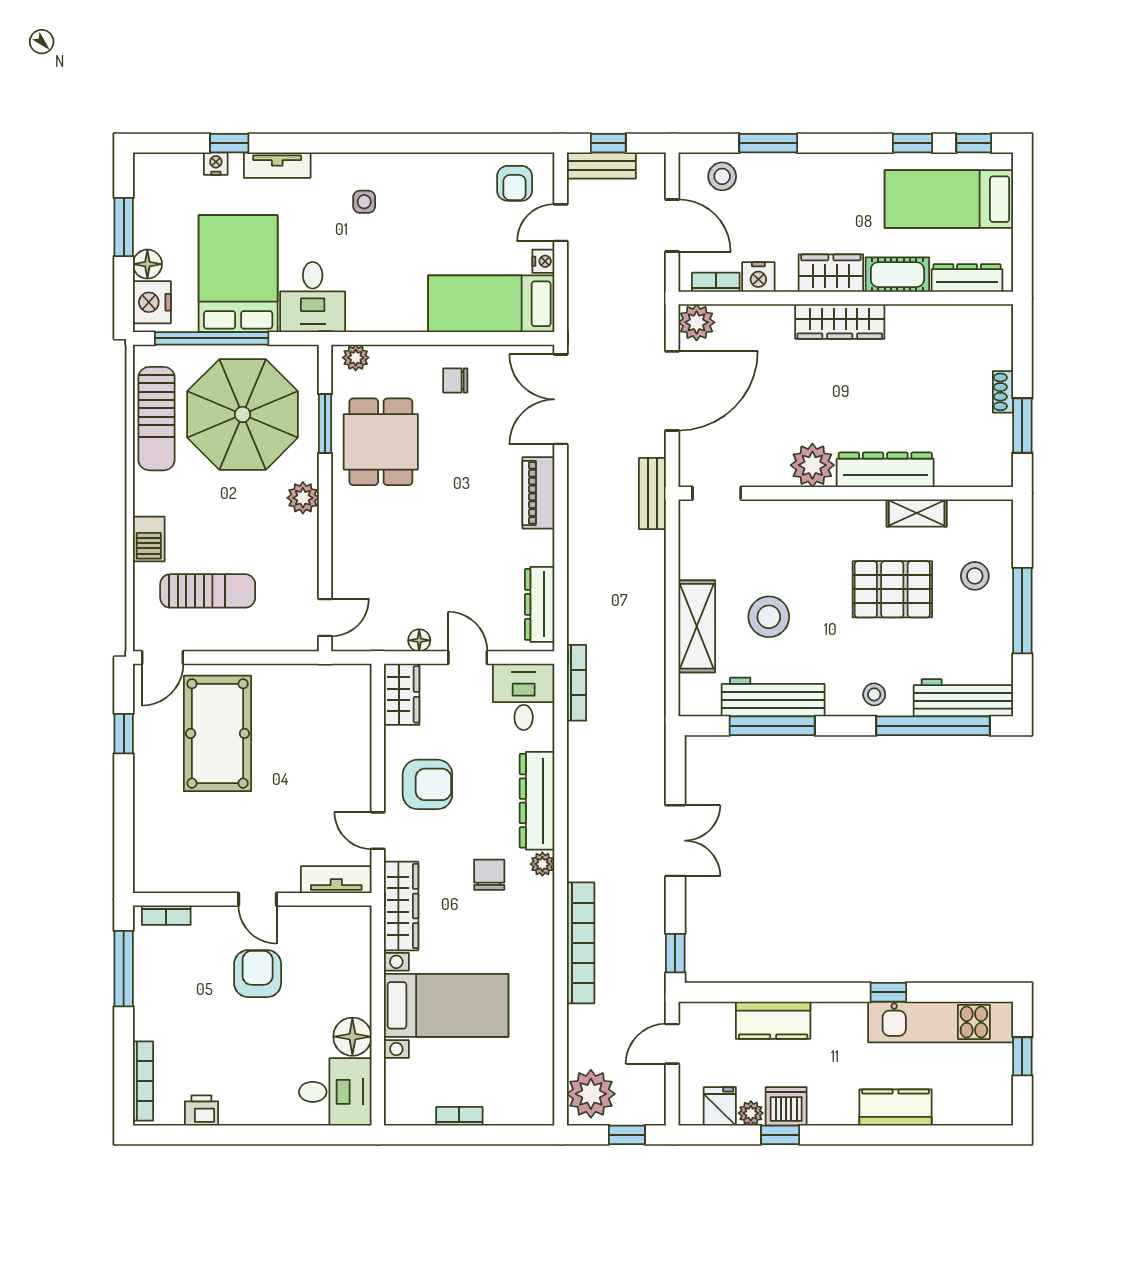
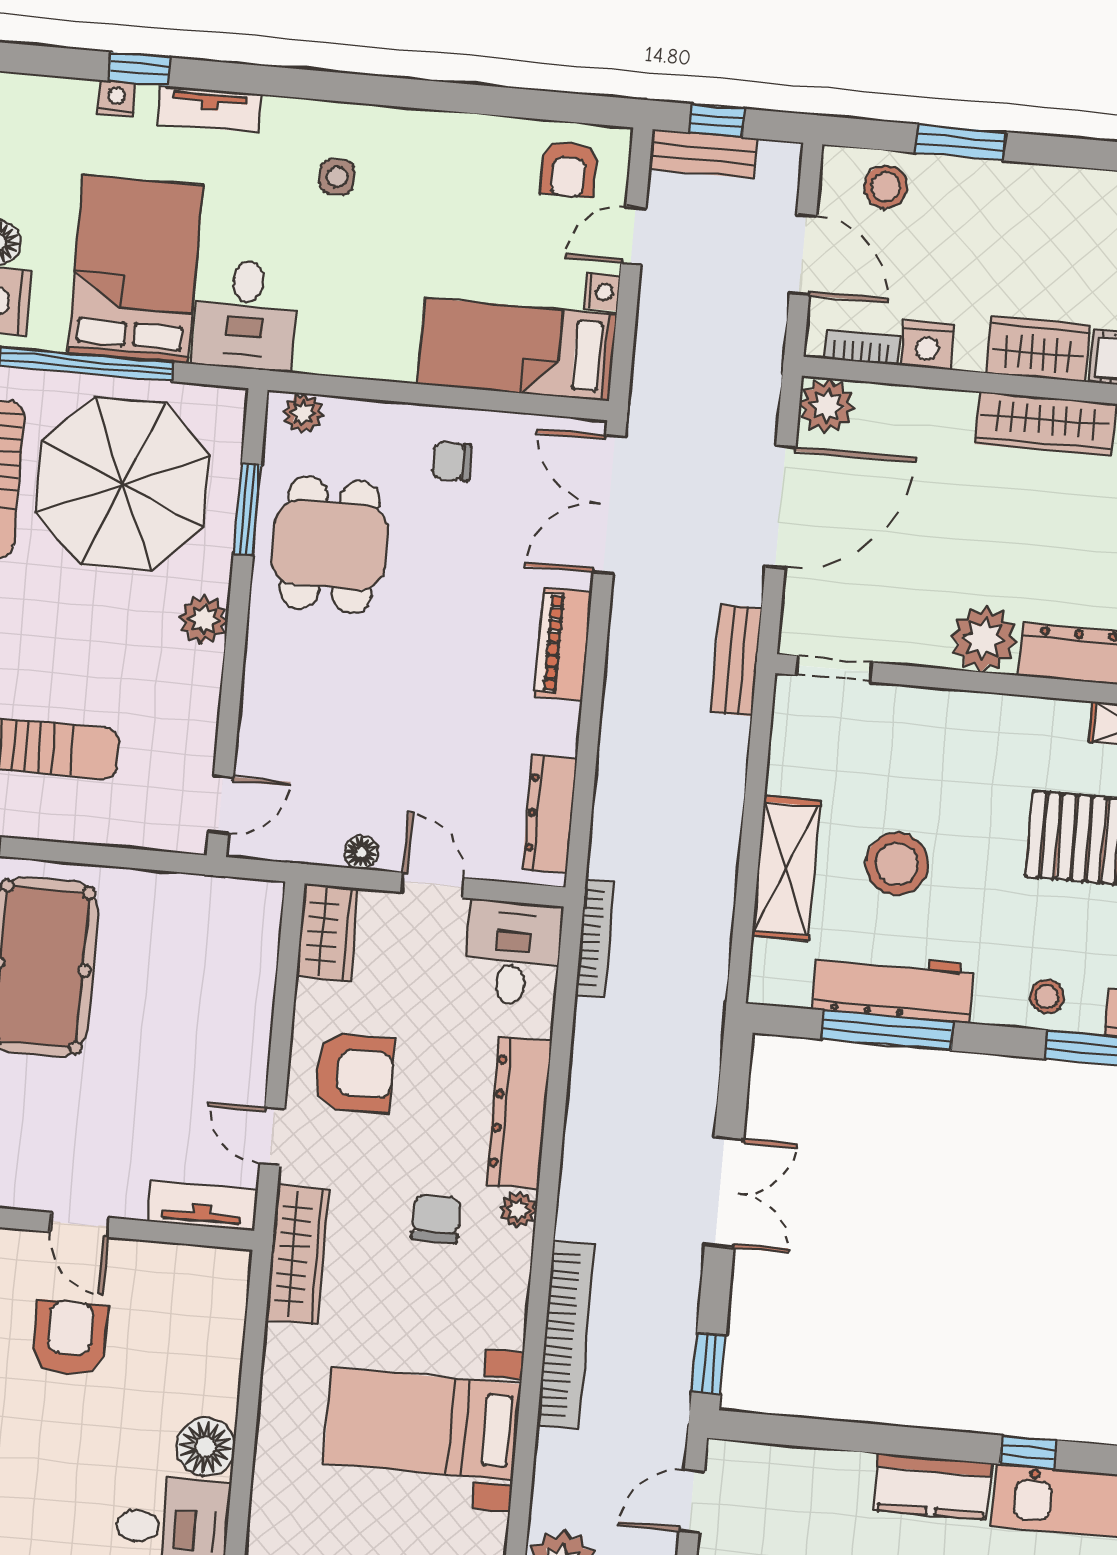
bed with nightstands: (446, 1005) -> (422, 1424), moved, turned 180
kitchen counter: (773, 1020) -> (933, 1487), moved

